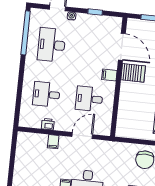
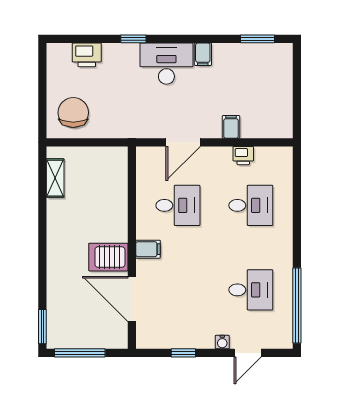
desk: (52, 45) -> (251, 290), width x0.73

